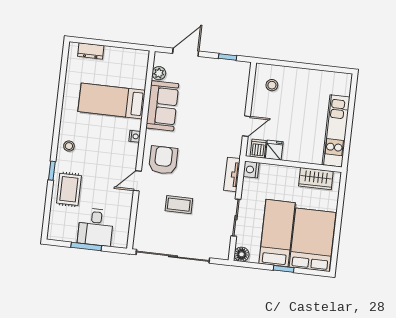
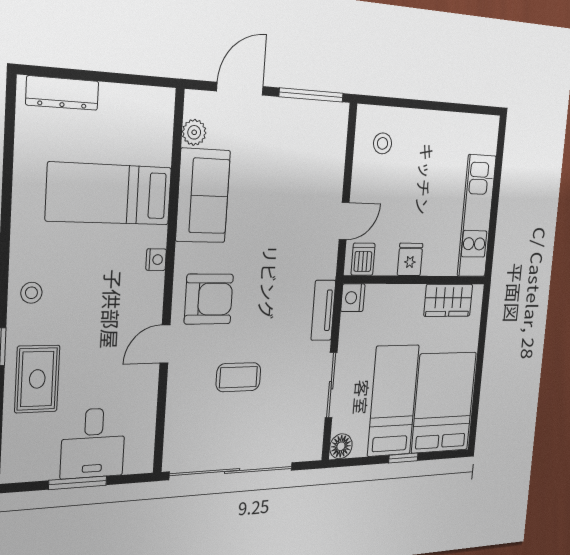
dresser: (91, 51) -> (62, 93), width x1.44
window: (228, 57) -> (311, 95), width x2.17
fridge: (274, 150) -> (410, 259), moved
armchair: (163, 160) -> (209, 299), turned 90

